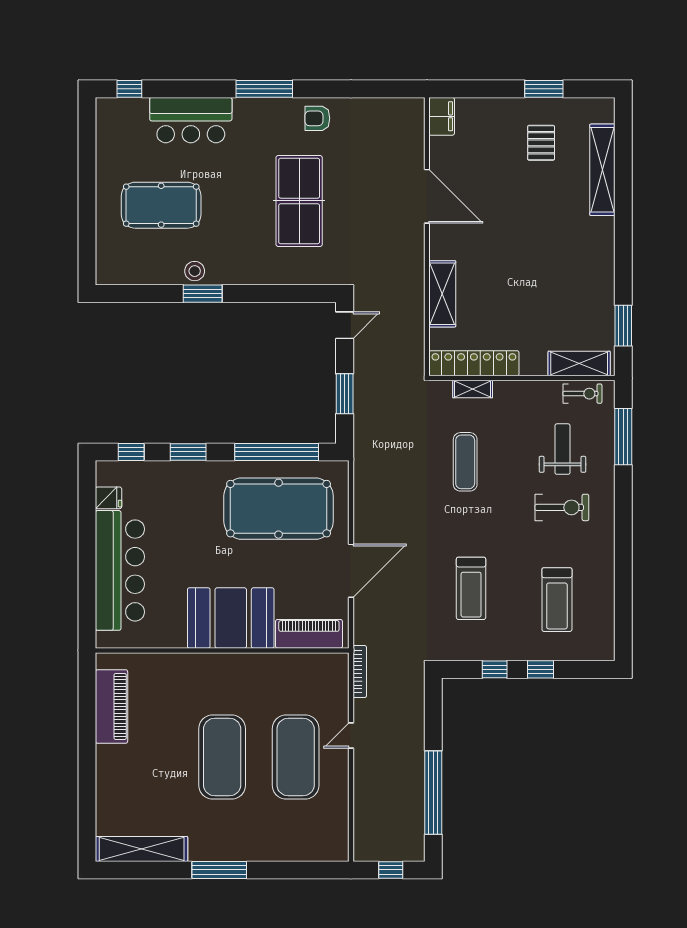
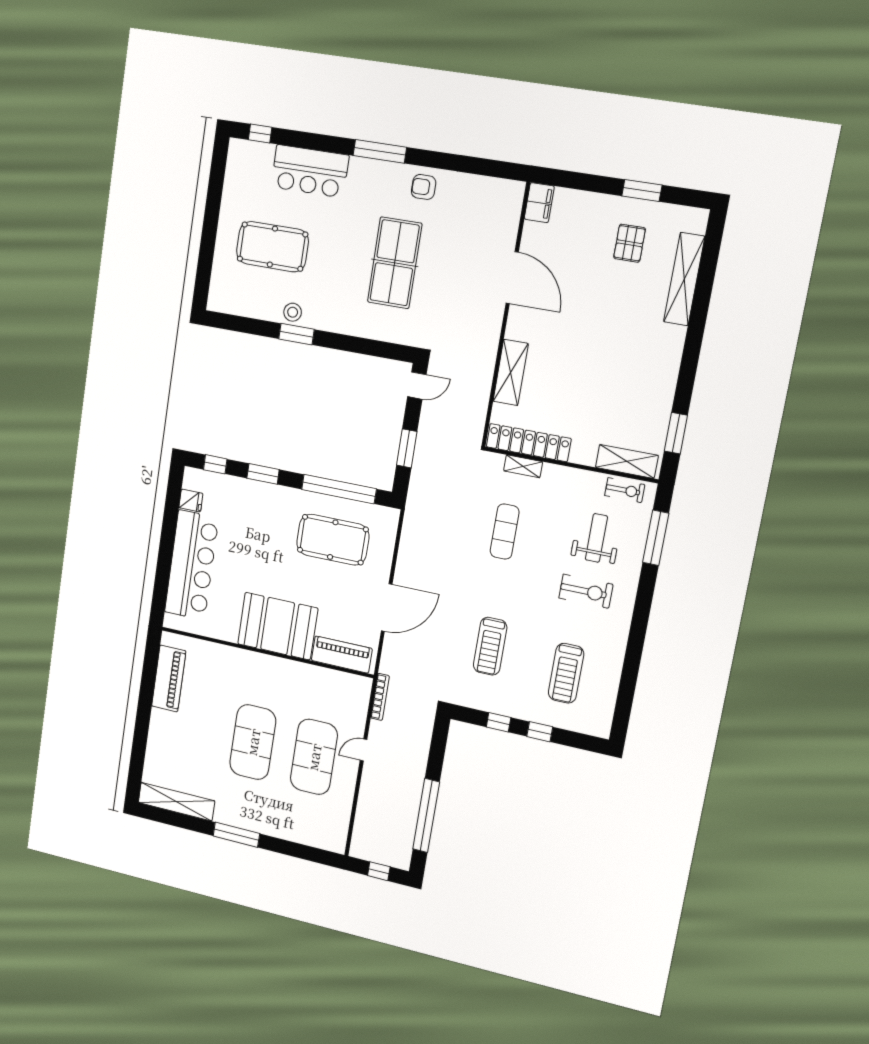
pool table: (279, 509) -> (333, 540), width x0.73, depth x0.76

